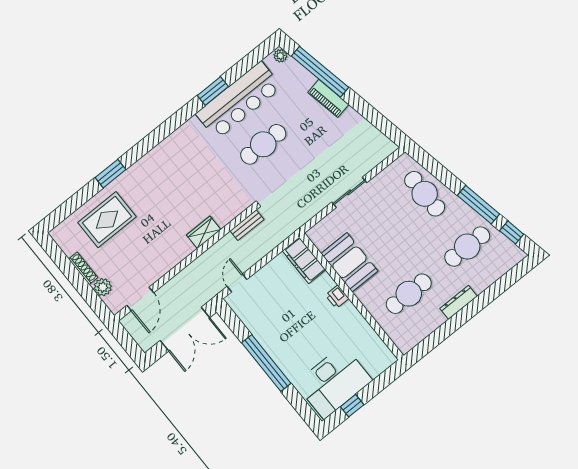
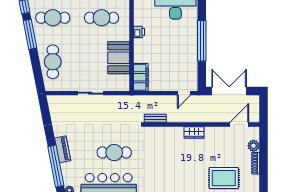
wardrobe: (204, 232) -> (194, 132), moved
printer: (337, 297) -> (139, 32), moved

